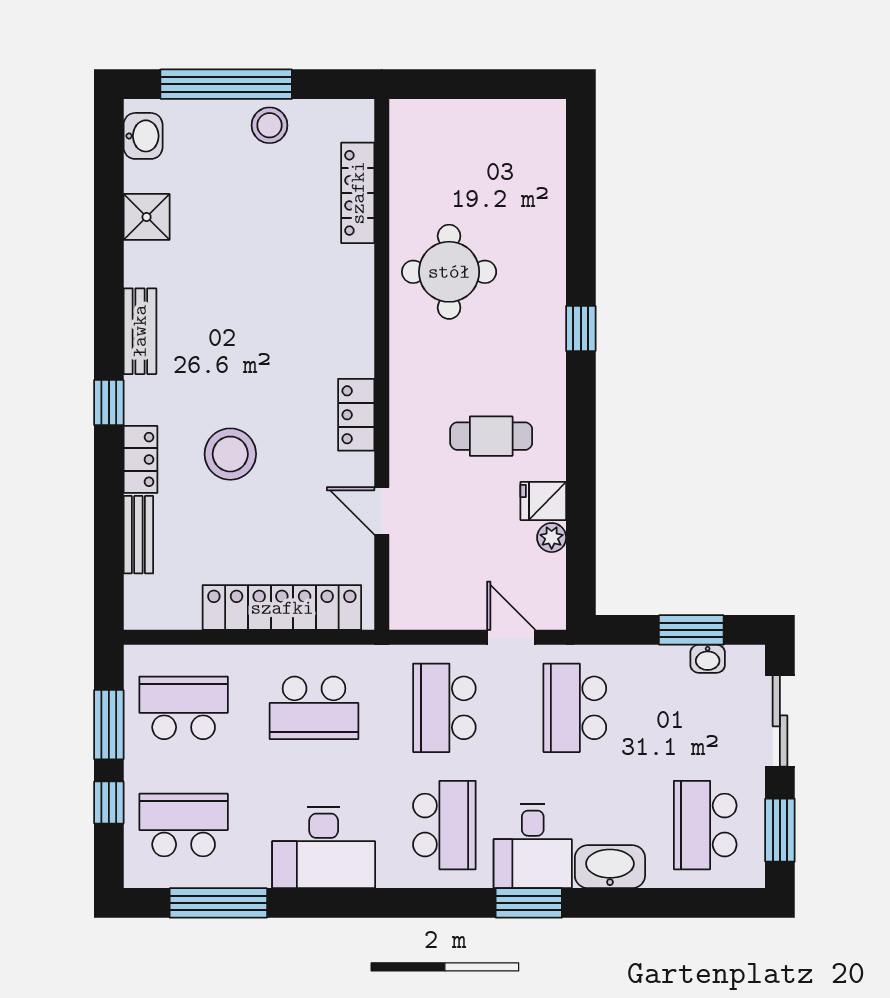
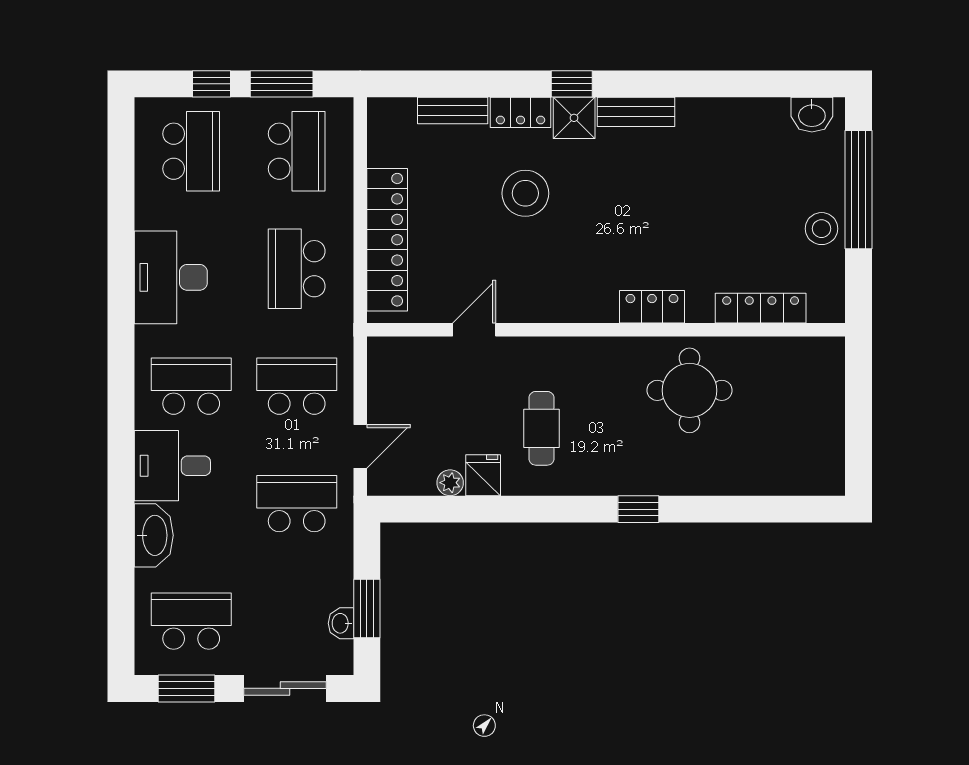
shower: (147, 217) -> (574, 118), moved
locker: (356, 415) -> (652, 307), moved
school desk: (444, 825) -> (191, 386), turned 180
window: (218, 903) -> (121, 183), removed
window: (529, 903) -> (121, 462), removed

